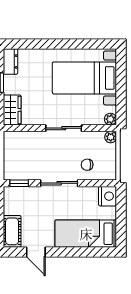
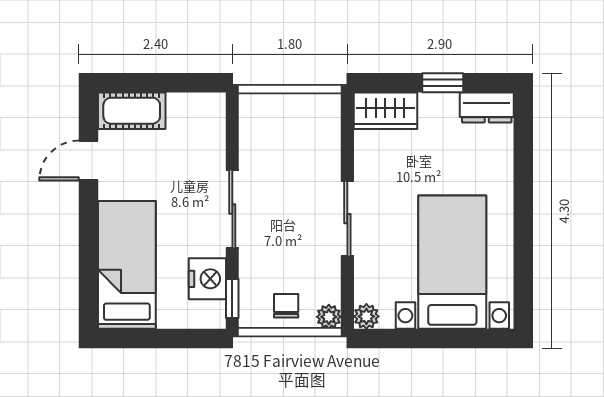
chair: (87, 165) -> (286, 306), moved
window: (19, 183) -> (232, 299), moved
nightstand: (108, 196) -> (207, 279), moved, turned -90

